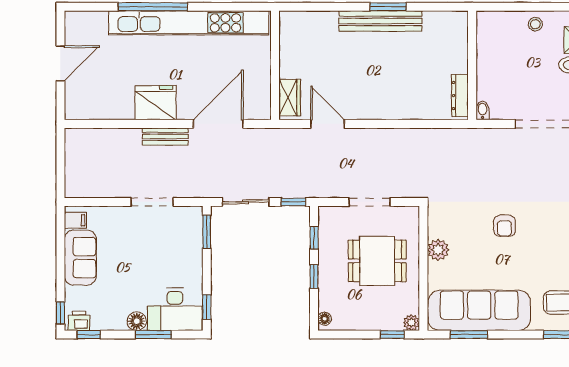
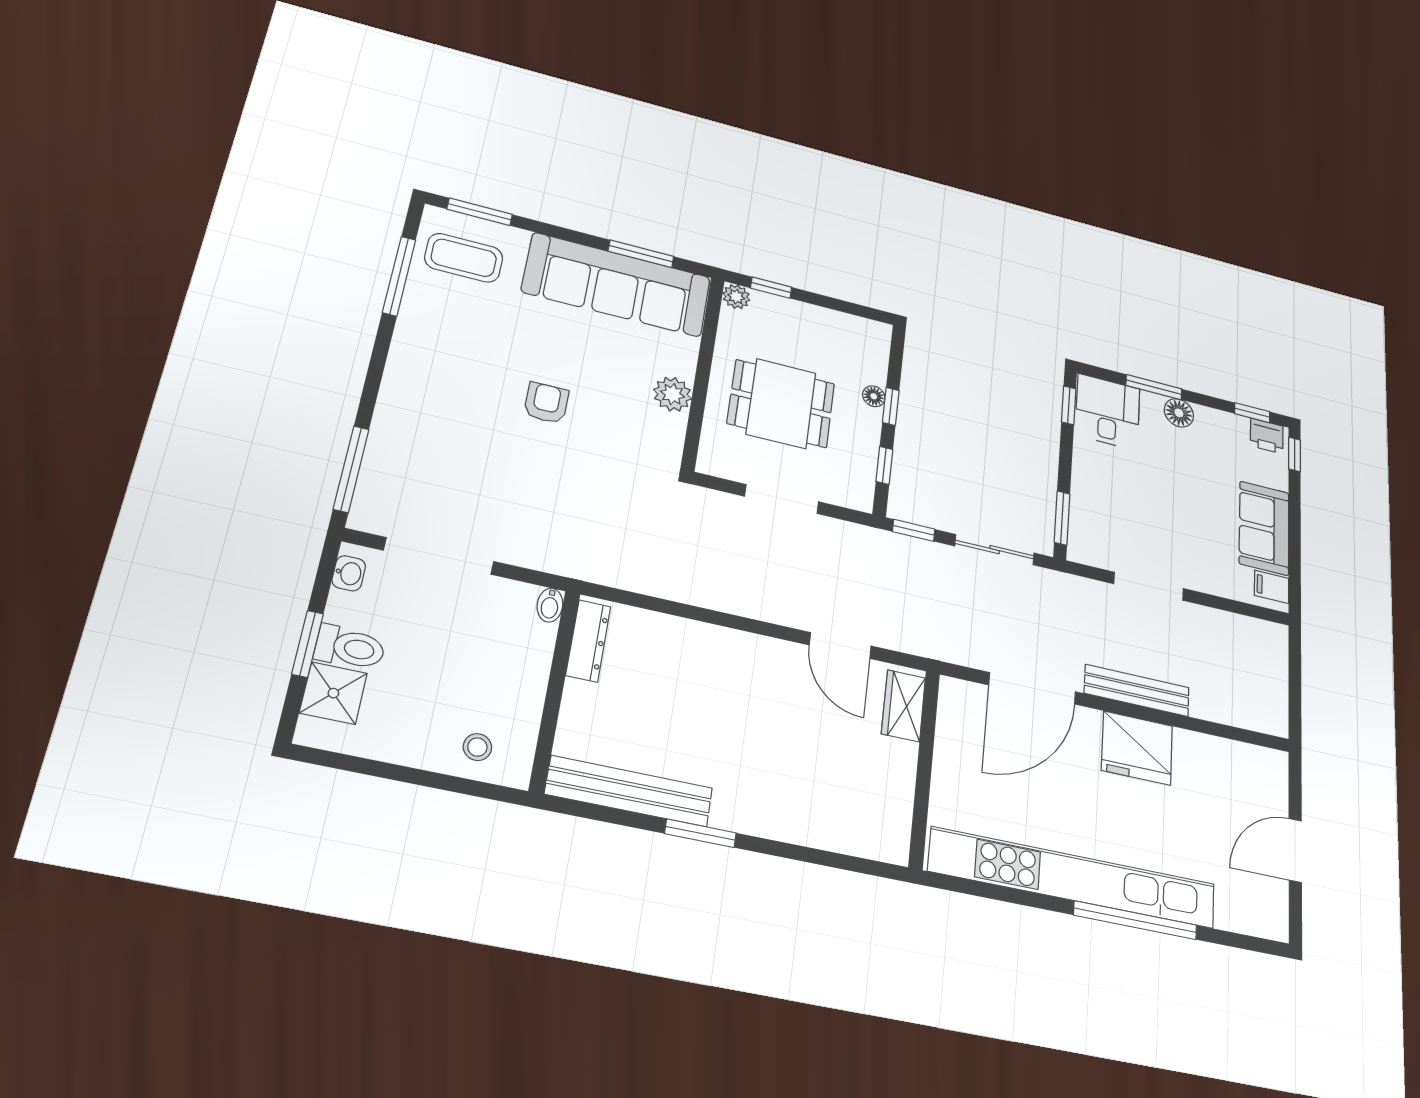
bench: (380, 21) -> (629, 791), moved
stool: (535, 24) -> (477, 747), moved
bench: (165, 136) -> (1137, 690), width x1.36
desk: (175, 309) -> (1108, 412), width x0.73
floor lamp: (325, 319) -> (874, 396), moved

